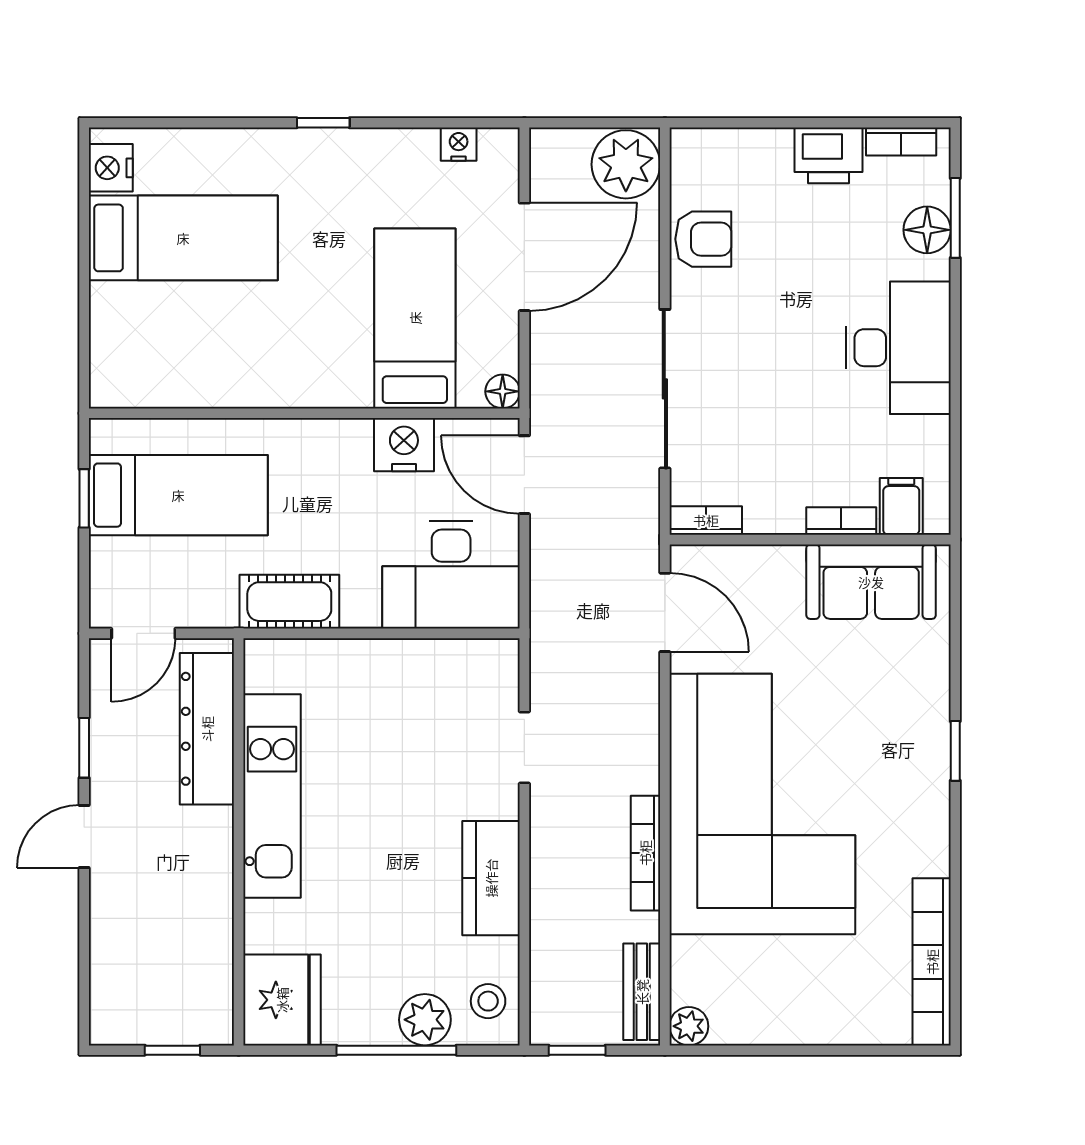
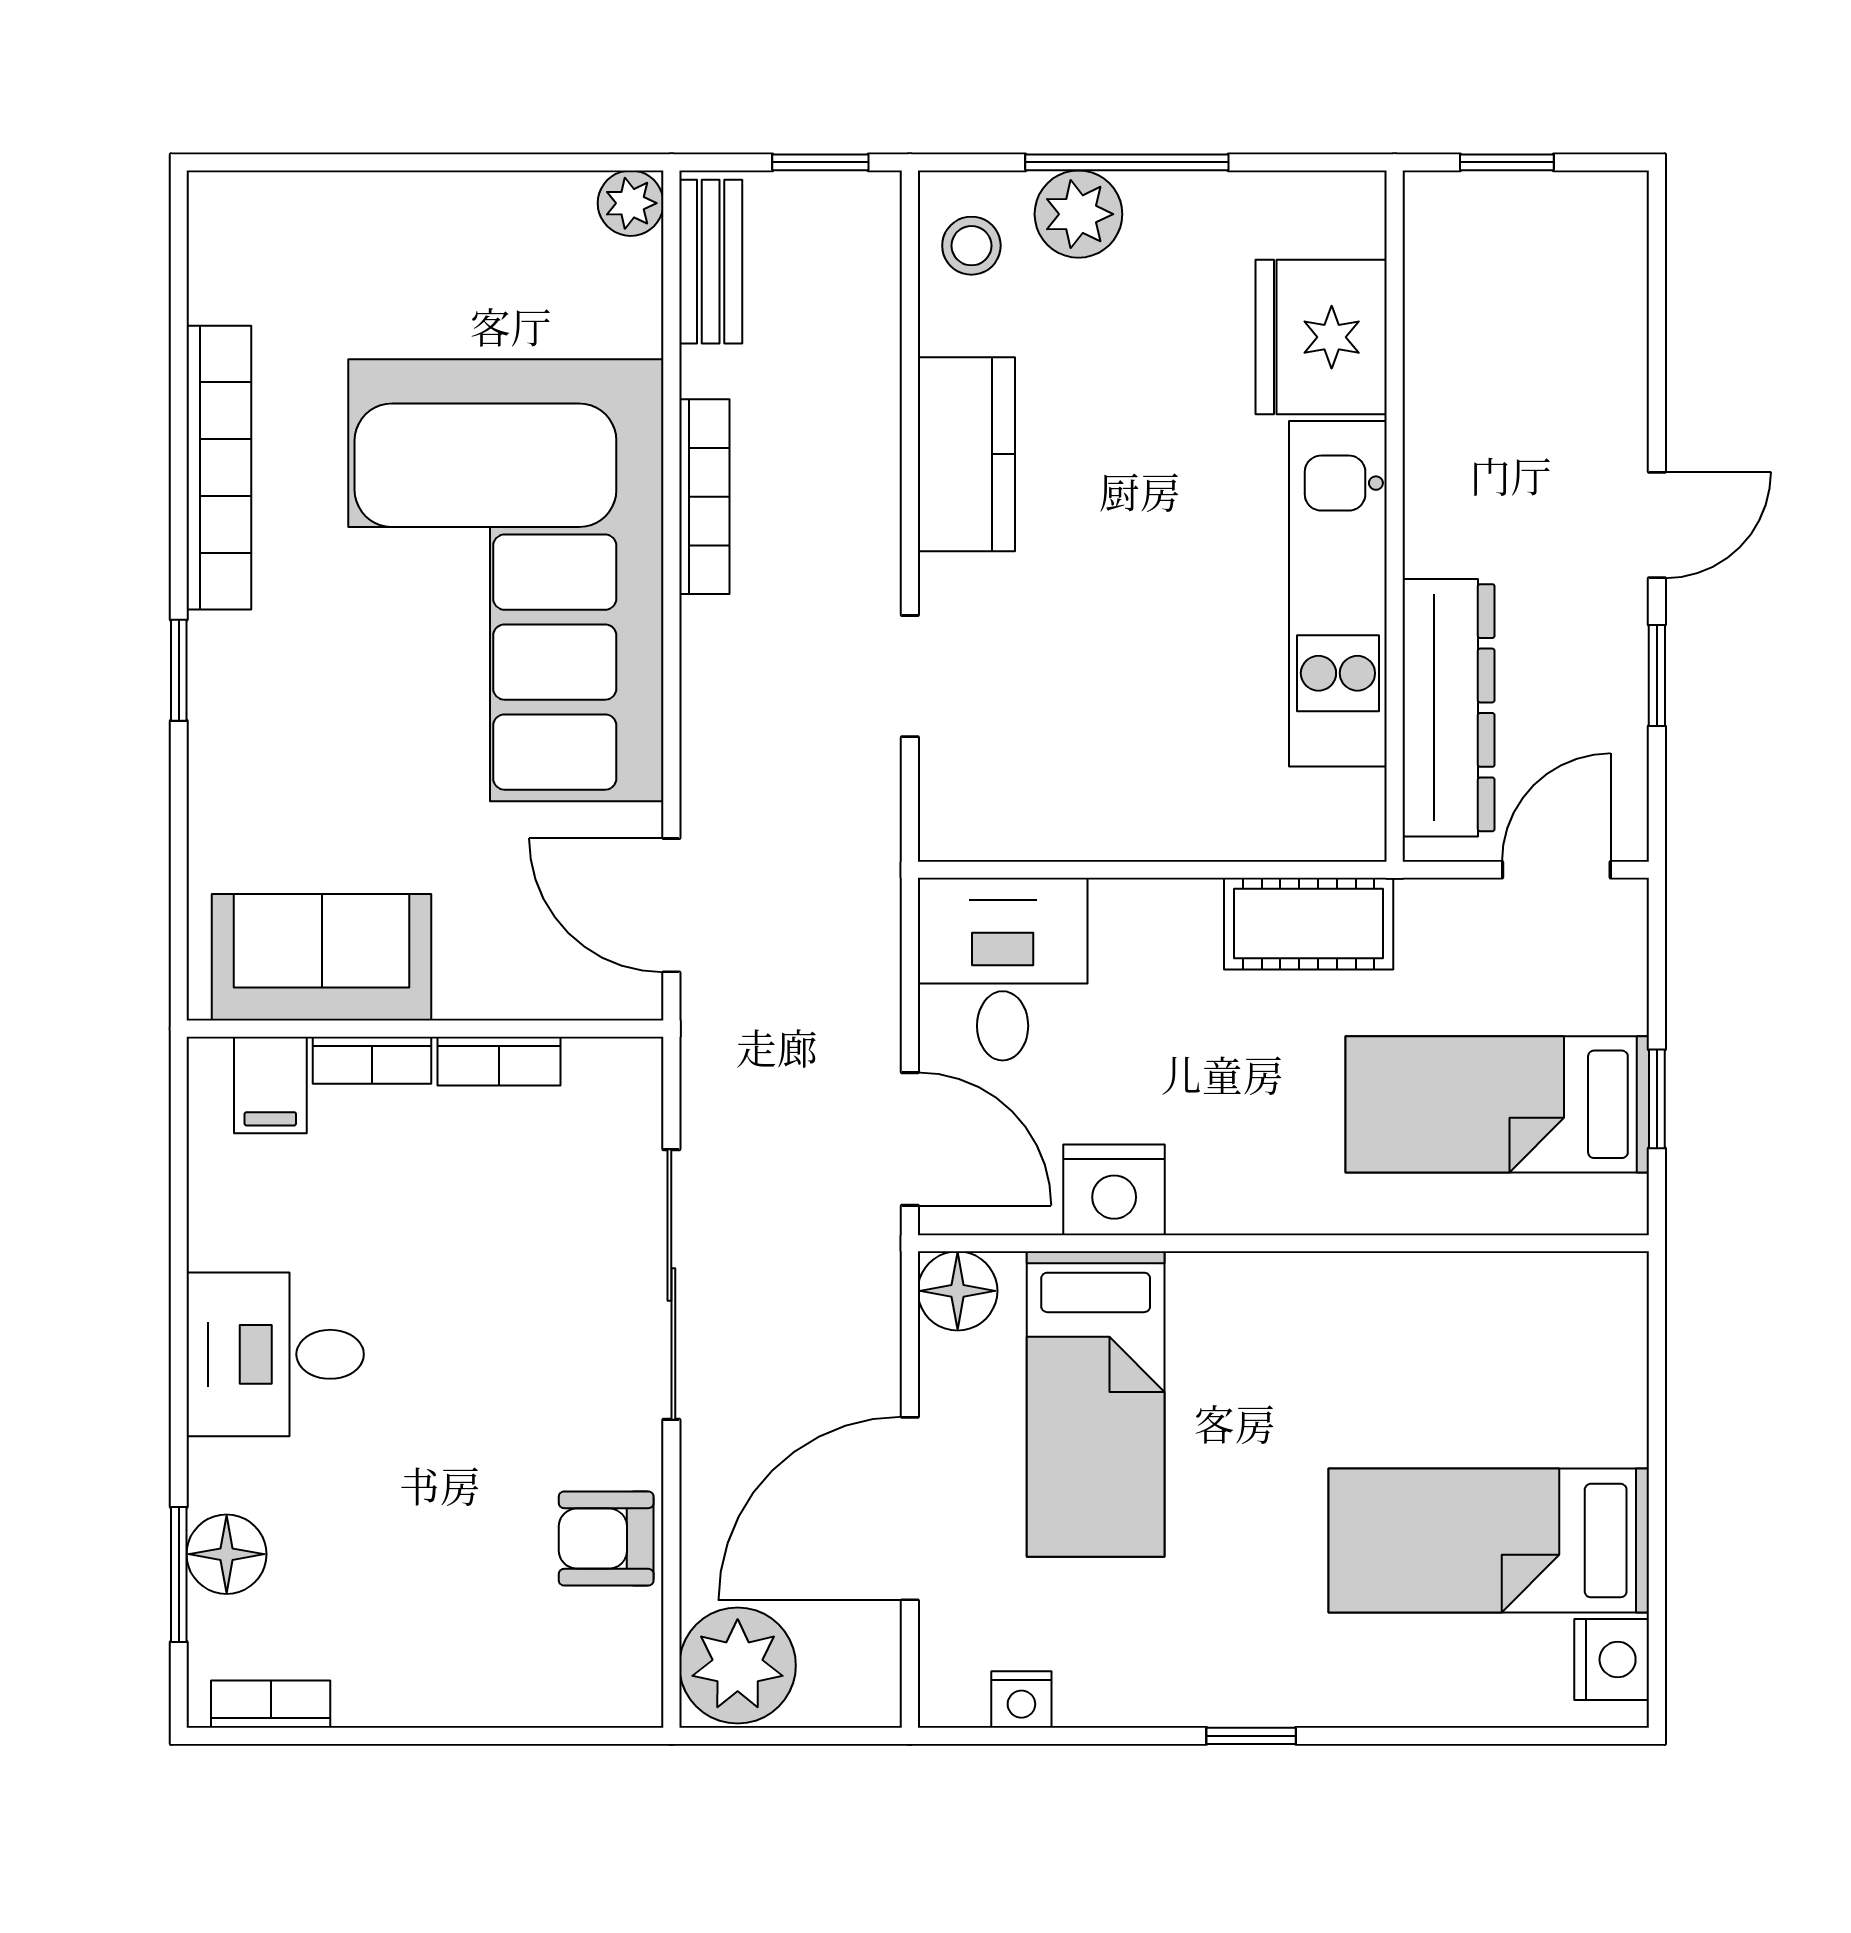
printer: (828, 155) -> (394, 1681), removed
desk: (898, 348) -> (275, 1354), width x0.73
floor lamp: (503, 391) -> (958, 1291), width x1.37, depth x1.37
bookcase: (706, 520) -> (499, 1061), moved
desk: (451, 575) -> (1003, 969), width x0.73
bookcase: (932, 962) -> (219, 468), moved
fridge: (282, 1000) -> (1321, 337), moved

